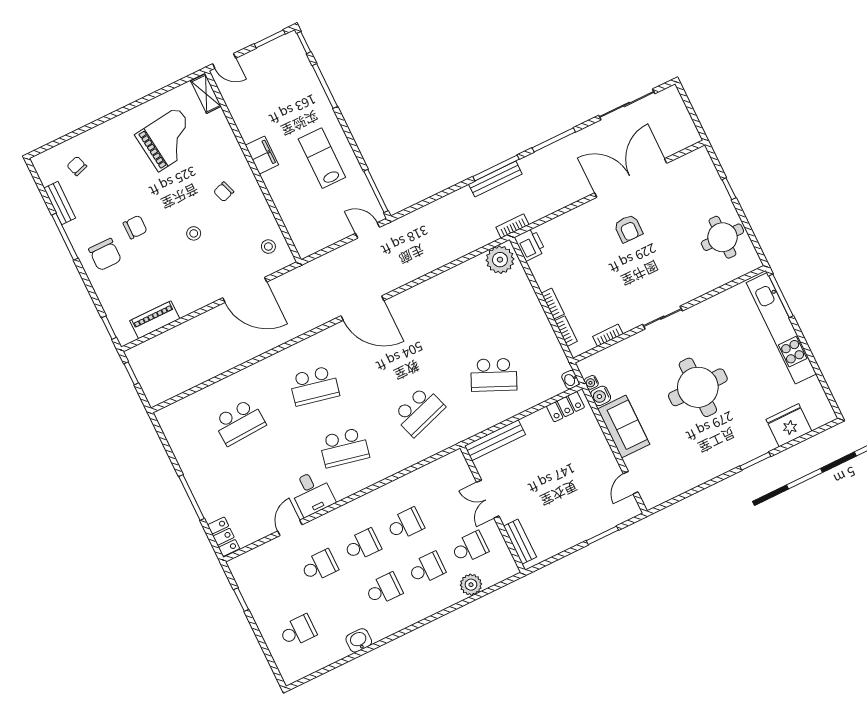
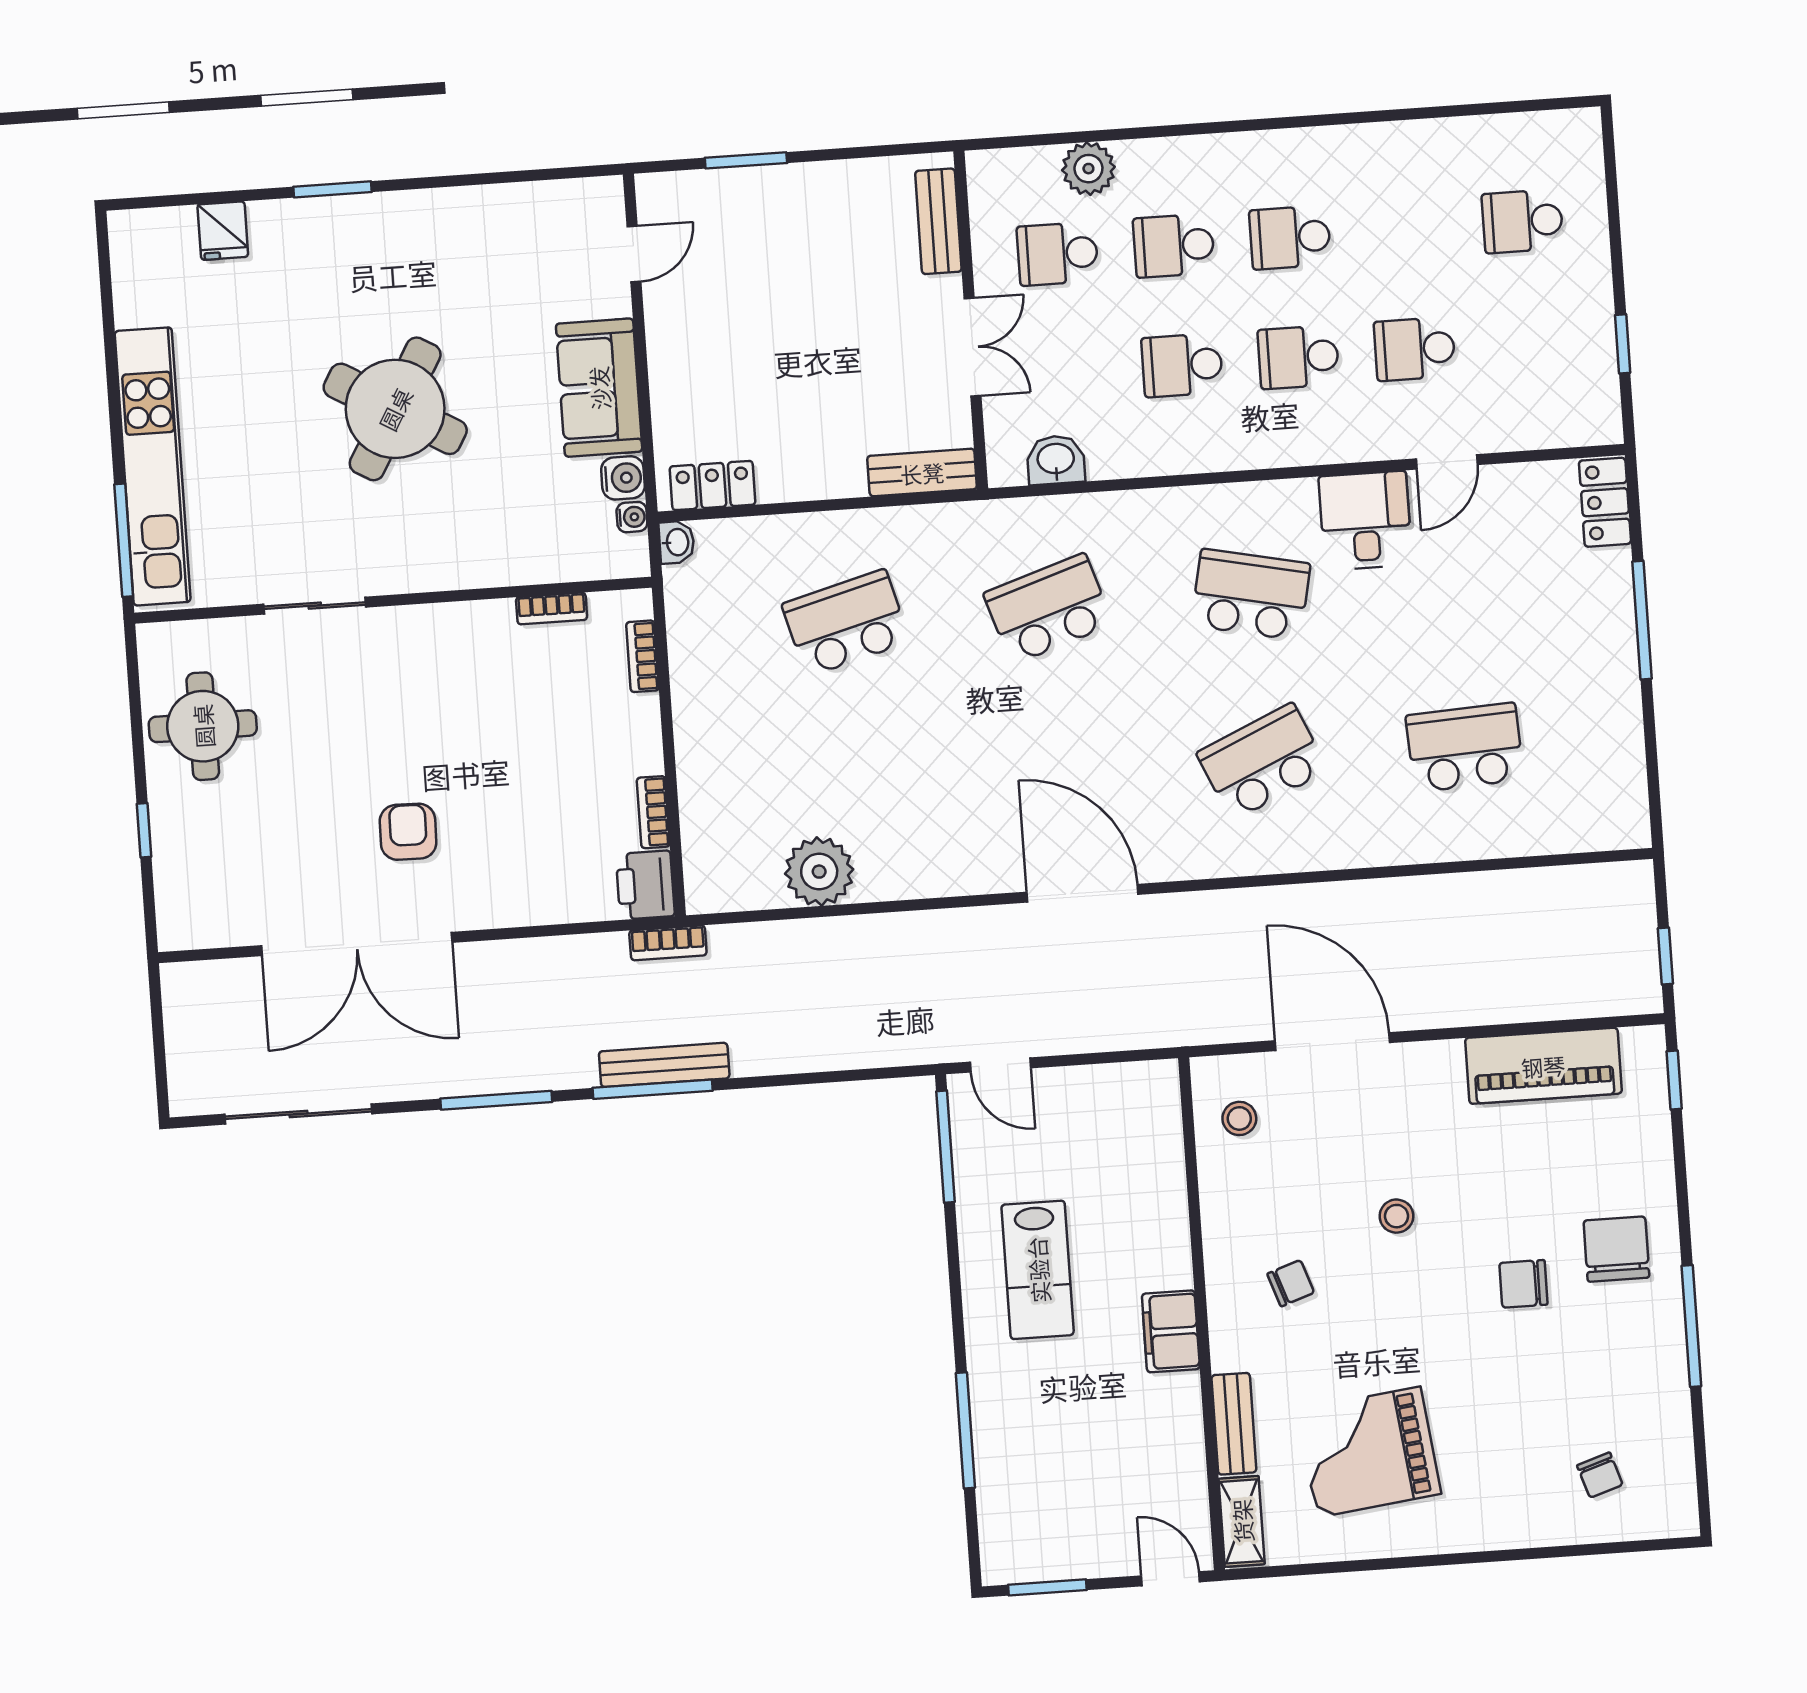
window: (304, 43) -> (974, 1548), removed
bench: (60, 203) -> (1234, 1424), moved
plant: (500, 260) -> (819, 872), moved
bookcase: (553, 304) -> (653, 812), moved
sliding door: (662, 318) -> (315, 606), moved
piano: (155, 320) -> (1543, 1066), width x1.37, depth x1.33
school desk: (494, 375) -> (846, 623), turned -39
school desk: (314, 386) -> (1262, 762), turned -36
round table: (698, 387) -> (395, 409), turned 30
fridge: (789, 425) -> (223, 231), width x0.53, depth x0.75
bench: (495, 440) -> (922, 473), width x0.73
washbasin: (359, 640) -> (1056, 460), moved, turned 180

